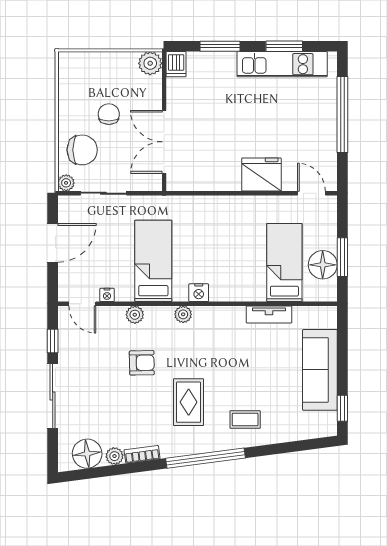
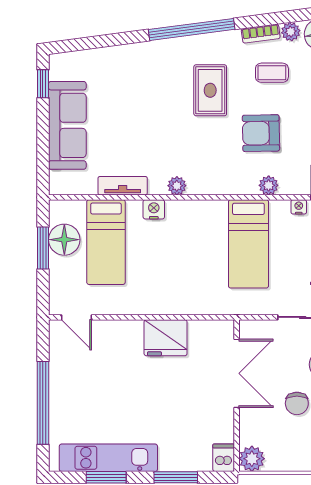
fridge: (261, 174) -> (166, 338), moved
nightstand: (199, 293) -> (154, 209), moved
plant: (183, 314) -> (177, 186), moved
armchair: (142, 363) -> (261, 133), width x1.38, depth x1.38
coffee table: (245, 419) -> (272, 73), moved

